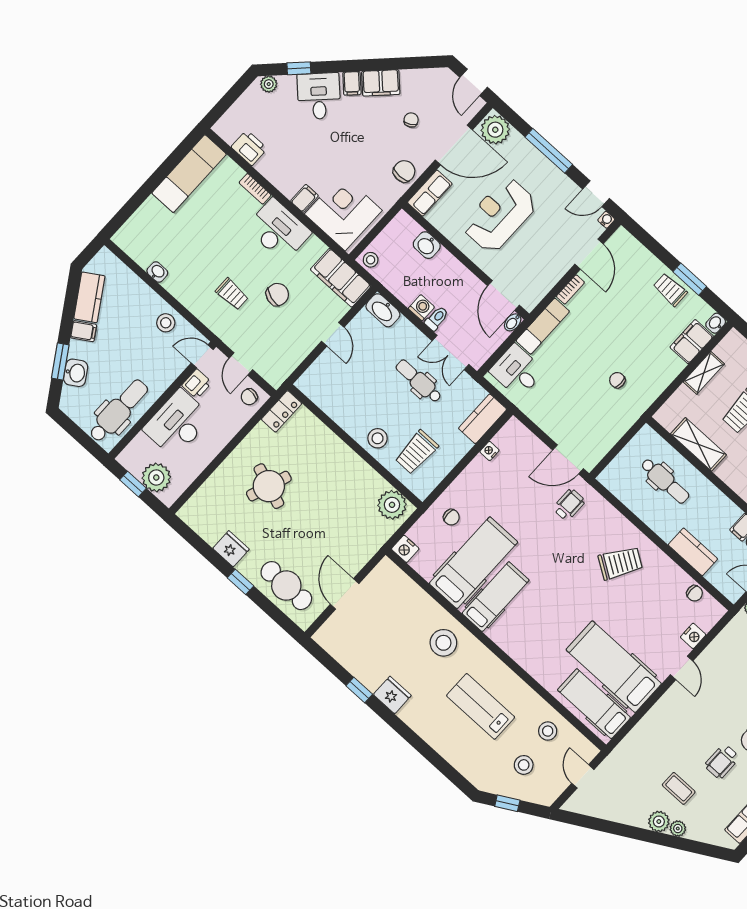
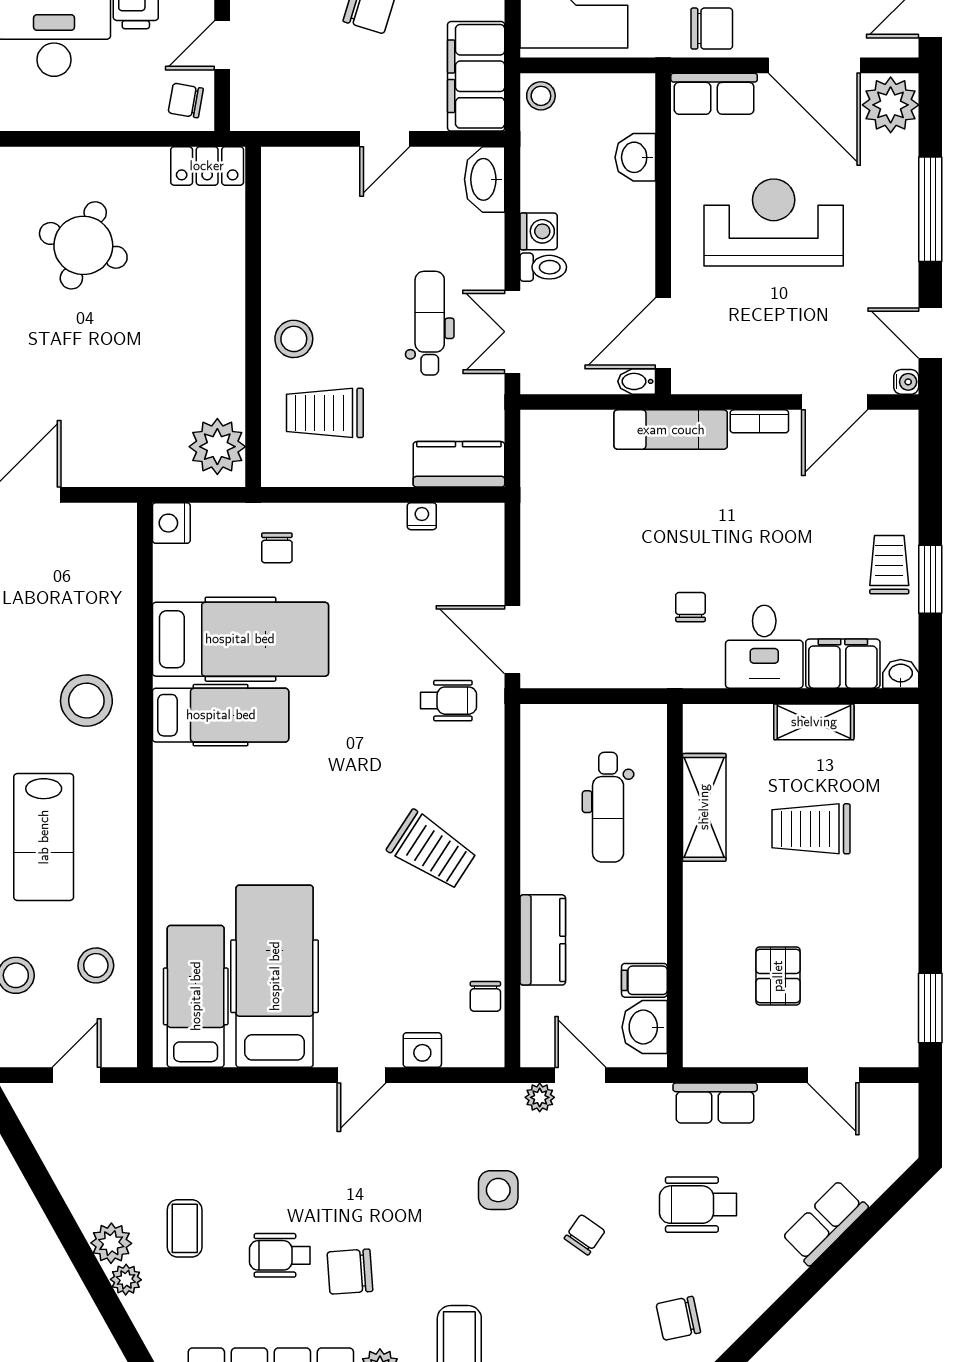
desk: (517, 371) -> (764, 647), moved, turned 180
lab bench: (481, 706) -> (44, 837), turned 180

